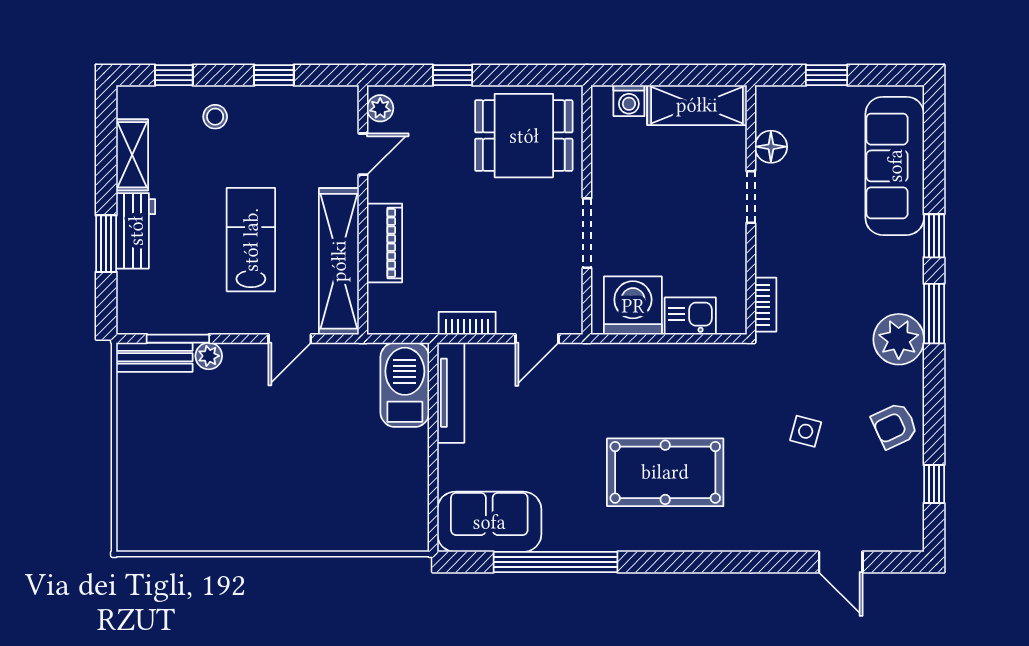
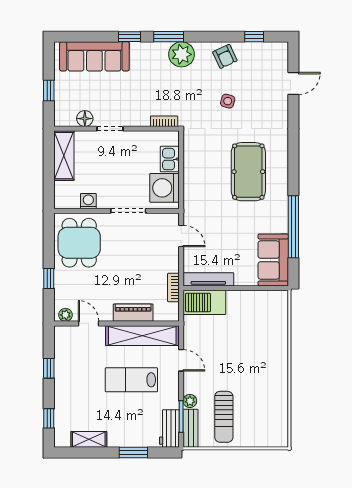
washing machine: (629, 101) -> (88, 201), moved, turned -90
stool: (215, 117) -> (70, 398), removed
workbench: (136, 231) -> (169, 428), moved, turned -90
bookcase: (467, 323) -> (173, 288), moved
sun lounger: (177, 423) -> (224, 417), added

